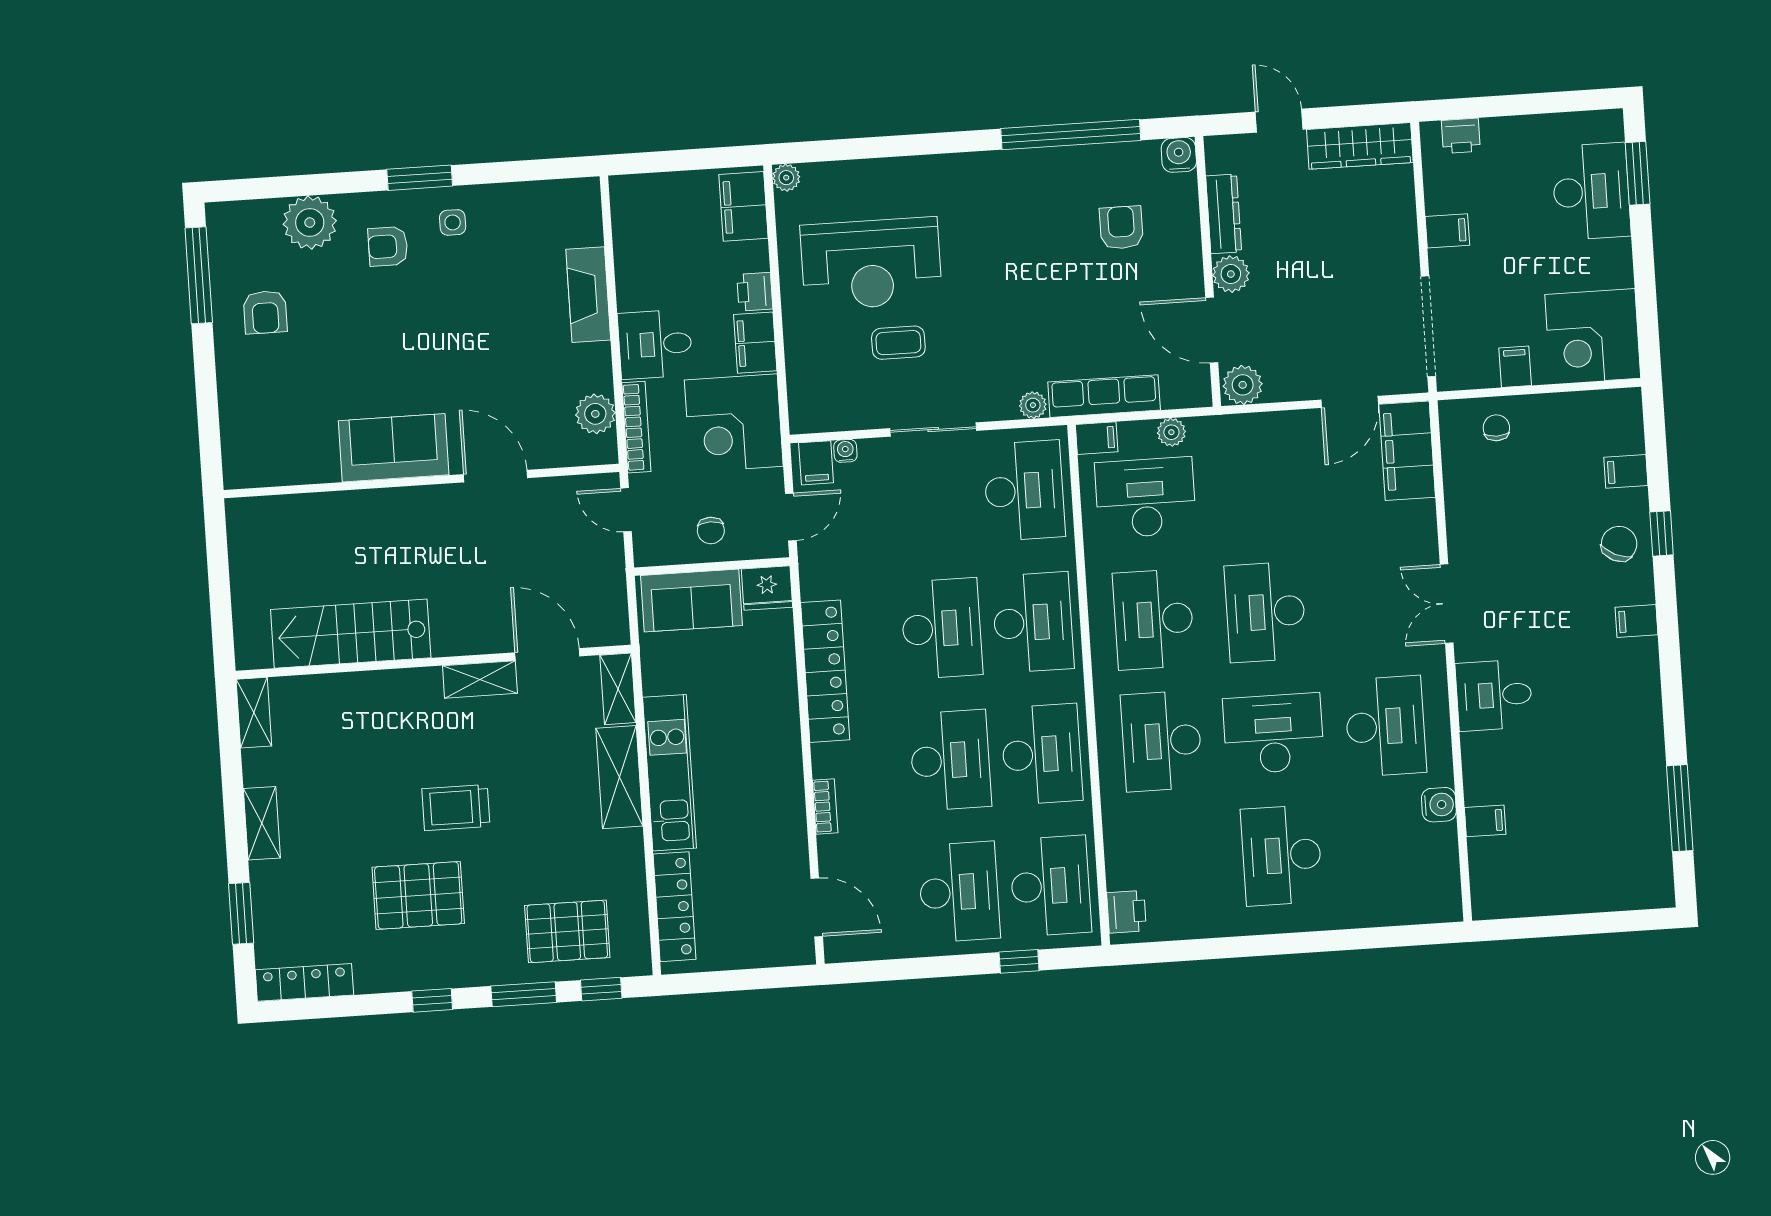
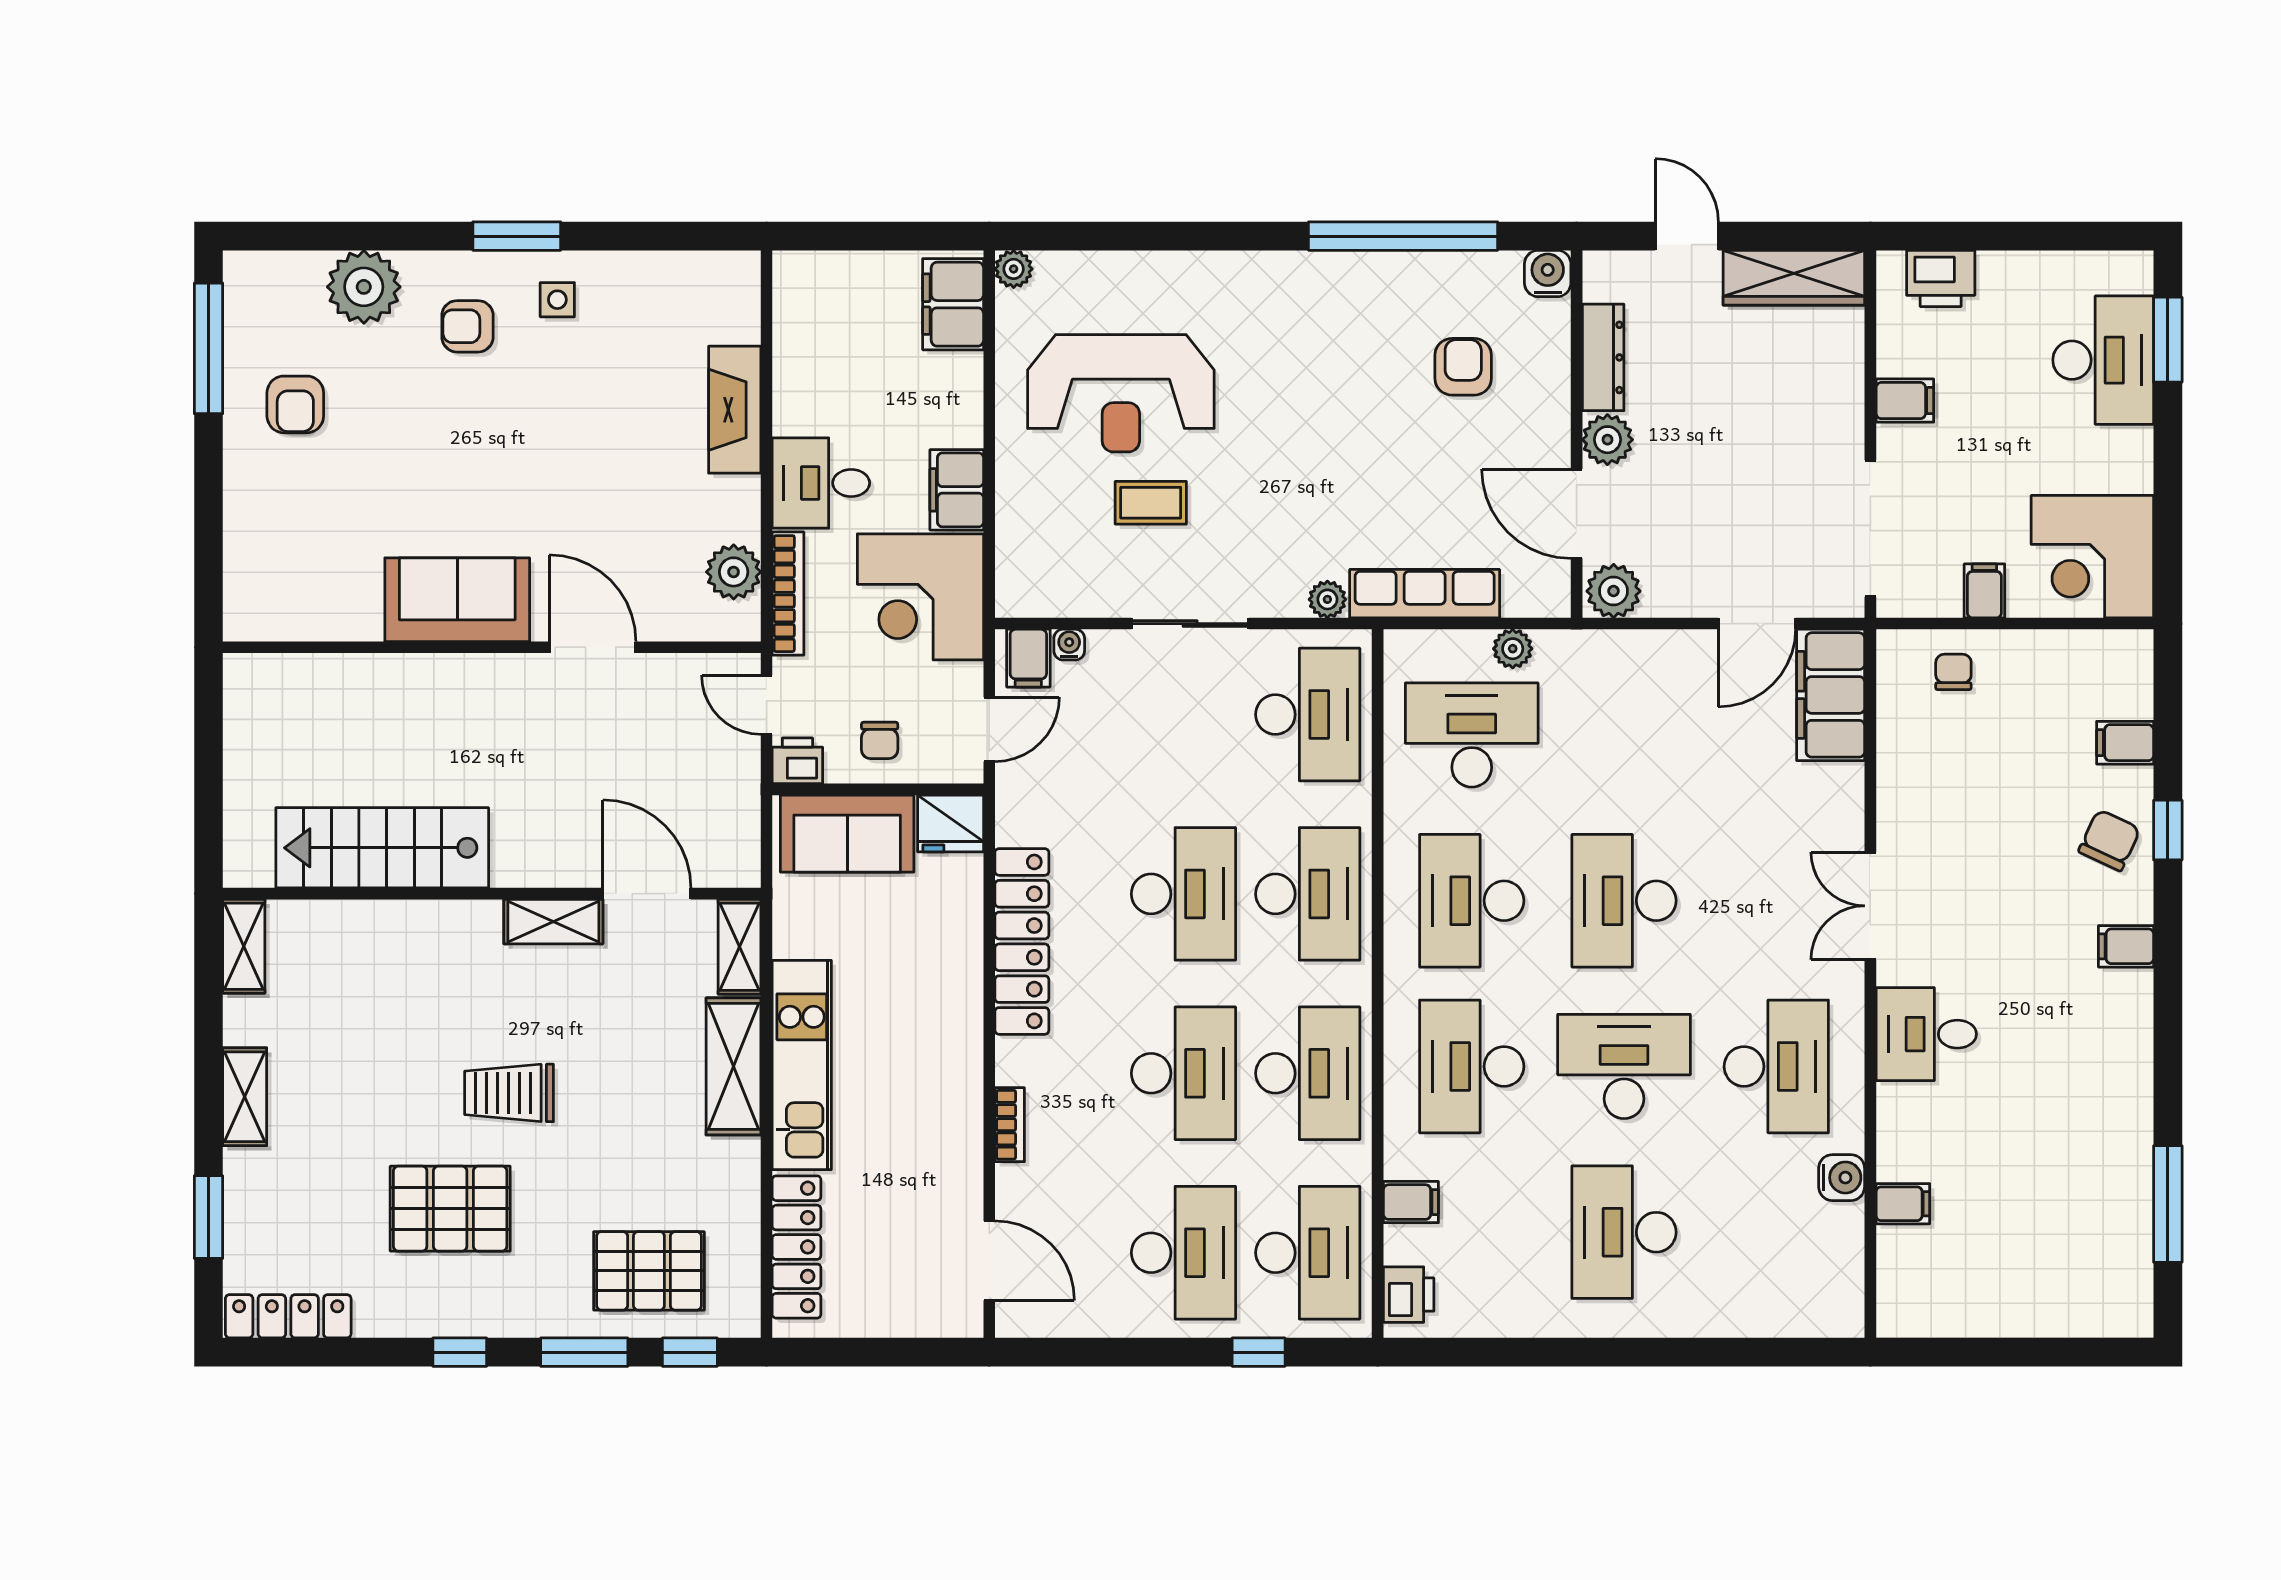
printer: (1461, 136) -> (1941, 278), width x1.36, depth x1.24
printer: (755, 292) -> (797, 761), moved, turned 90
filing cabinet: (1097, 438) -> (1411, 1202), moved

